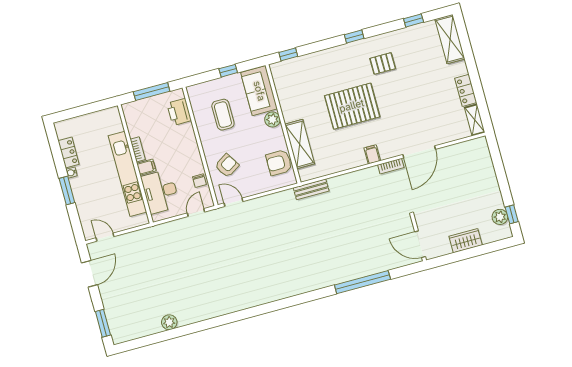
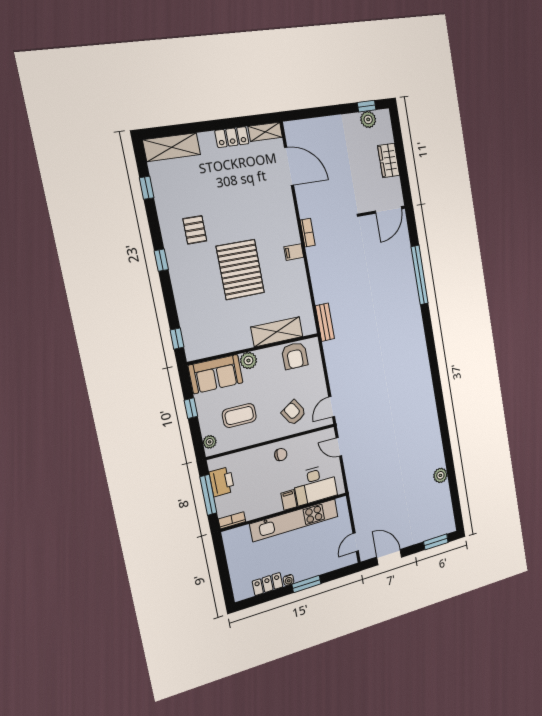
plant: (199, 89) -> (210, 442), added
printer: (179, 112) -> (222, 482), moved, turned -90
bookcase: (138, 149) -> (232, 520), moved
door: (419, 152) -> (289, 166), moved
chair: (199, 181) -> (281, 455), moved

